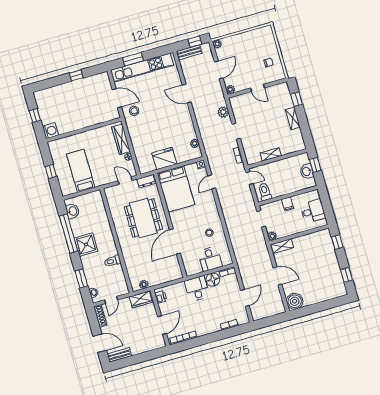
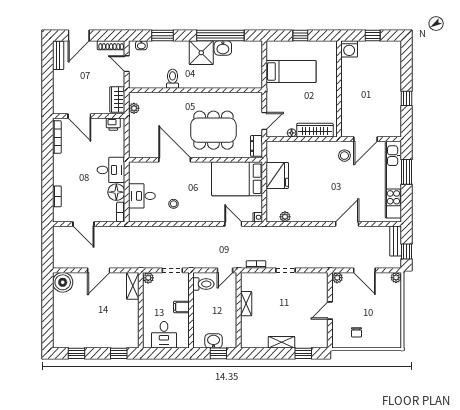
plant: (223, 112) -> (313, 262), removed
washbasin: (73, 211) -> (223, 48), moved

